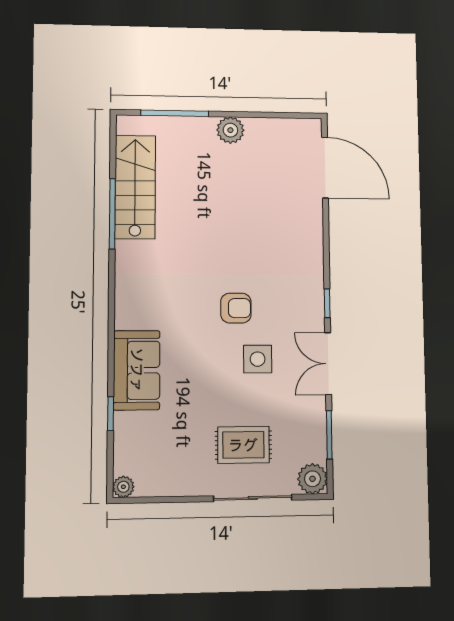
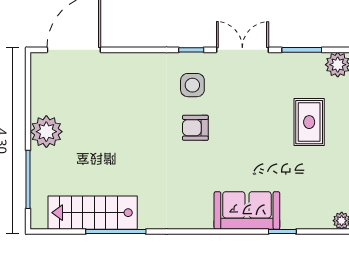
plant: (230, 130) -> (46, 132), width x1.36, depth x1.36
armchair: (236, 308) -> (195, 128), turned -90
side table: (258, 359) -> (192, 85), moved
double door: (328, 364) -> (242, 50), swing flipped

